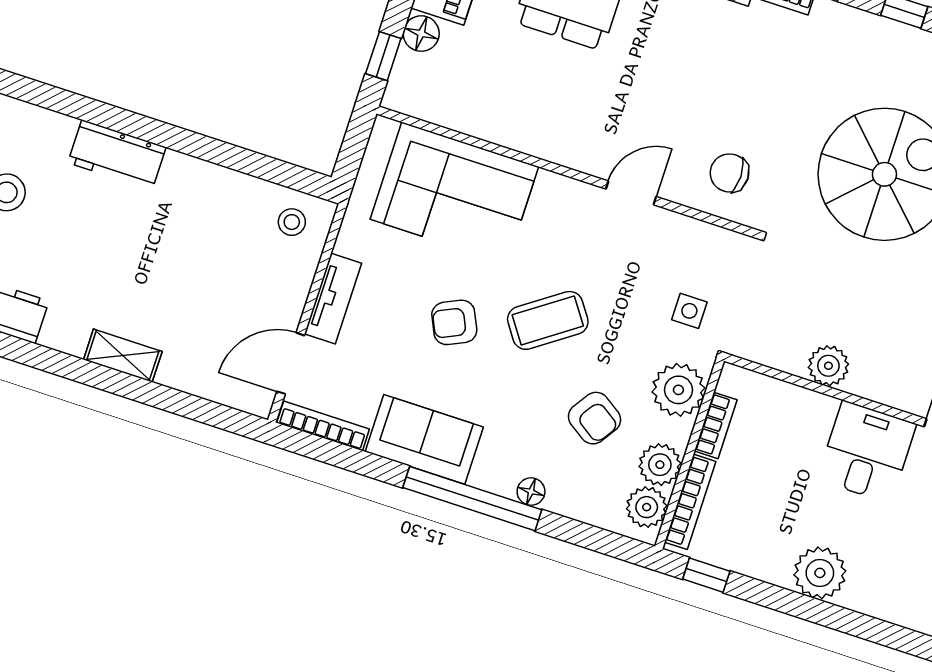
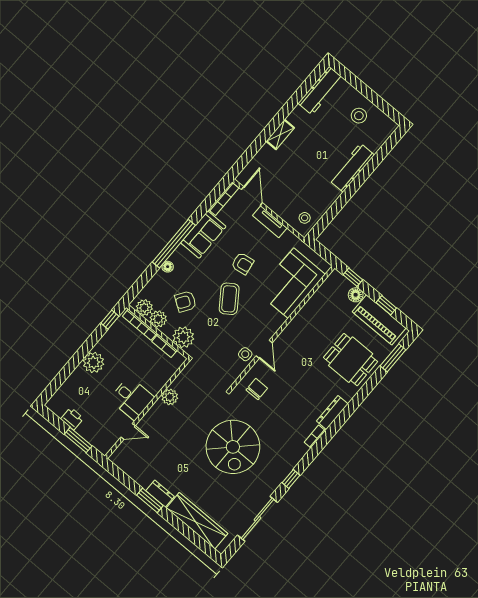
workbench: (117, 155) -> (352, 168), width x1.38
side table: (689, 311) -> (245, 354), moved
armchair: (454, 322) -> (243, 264), turned 106

